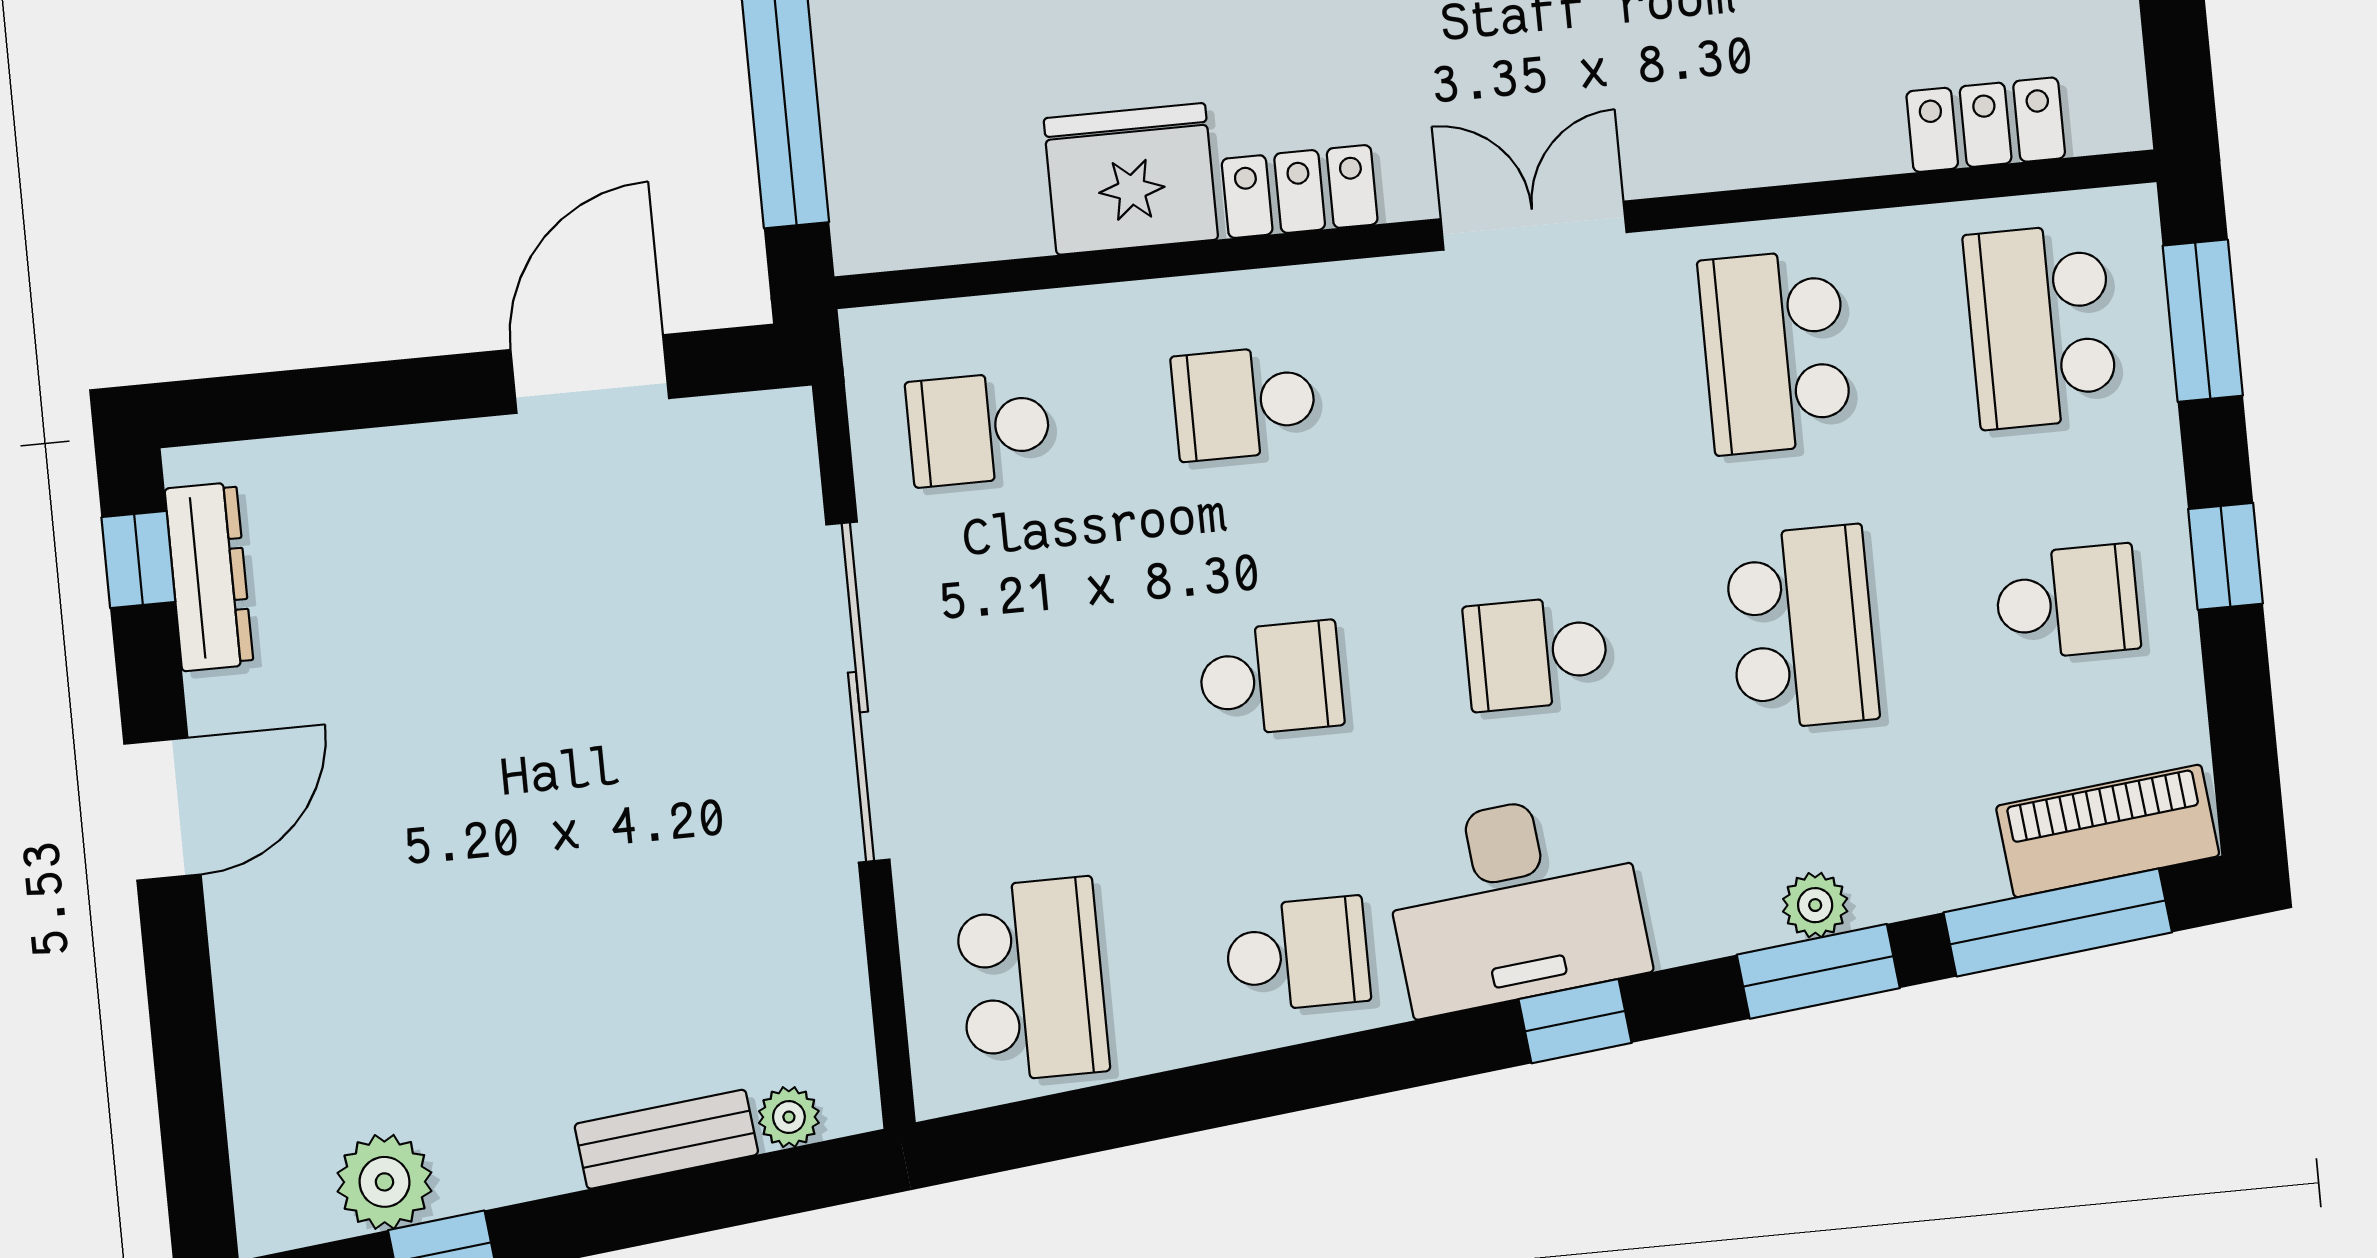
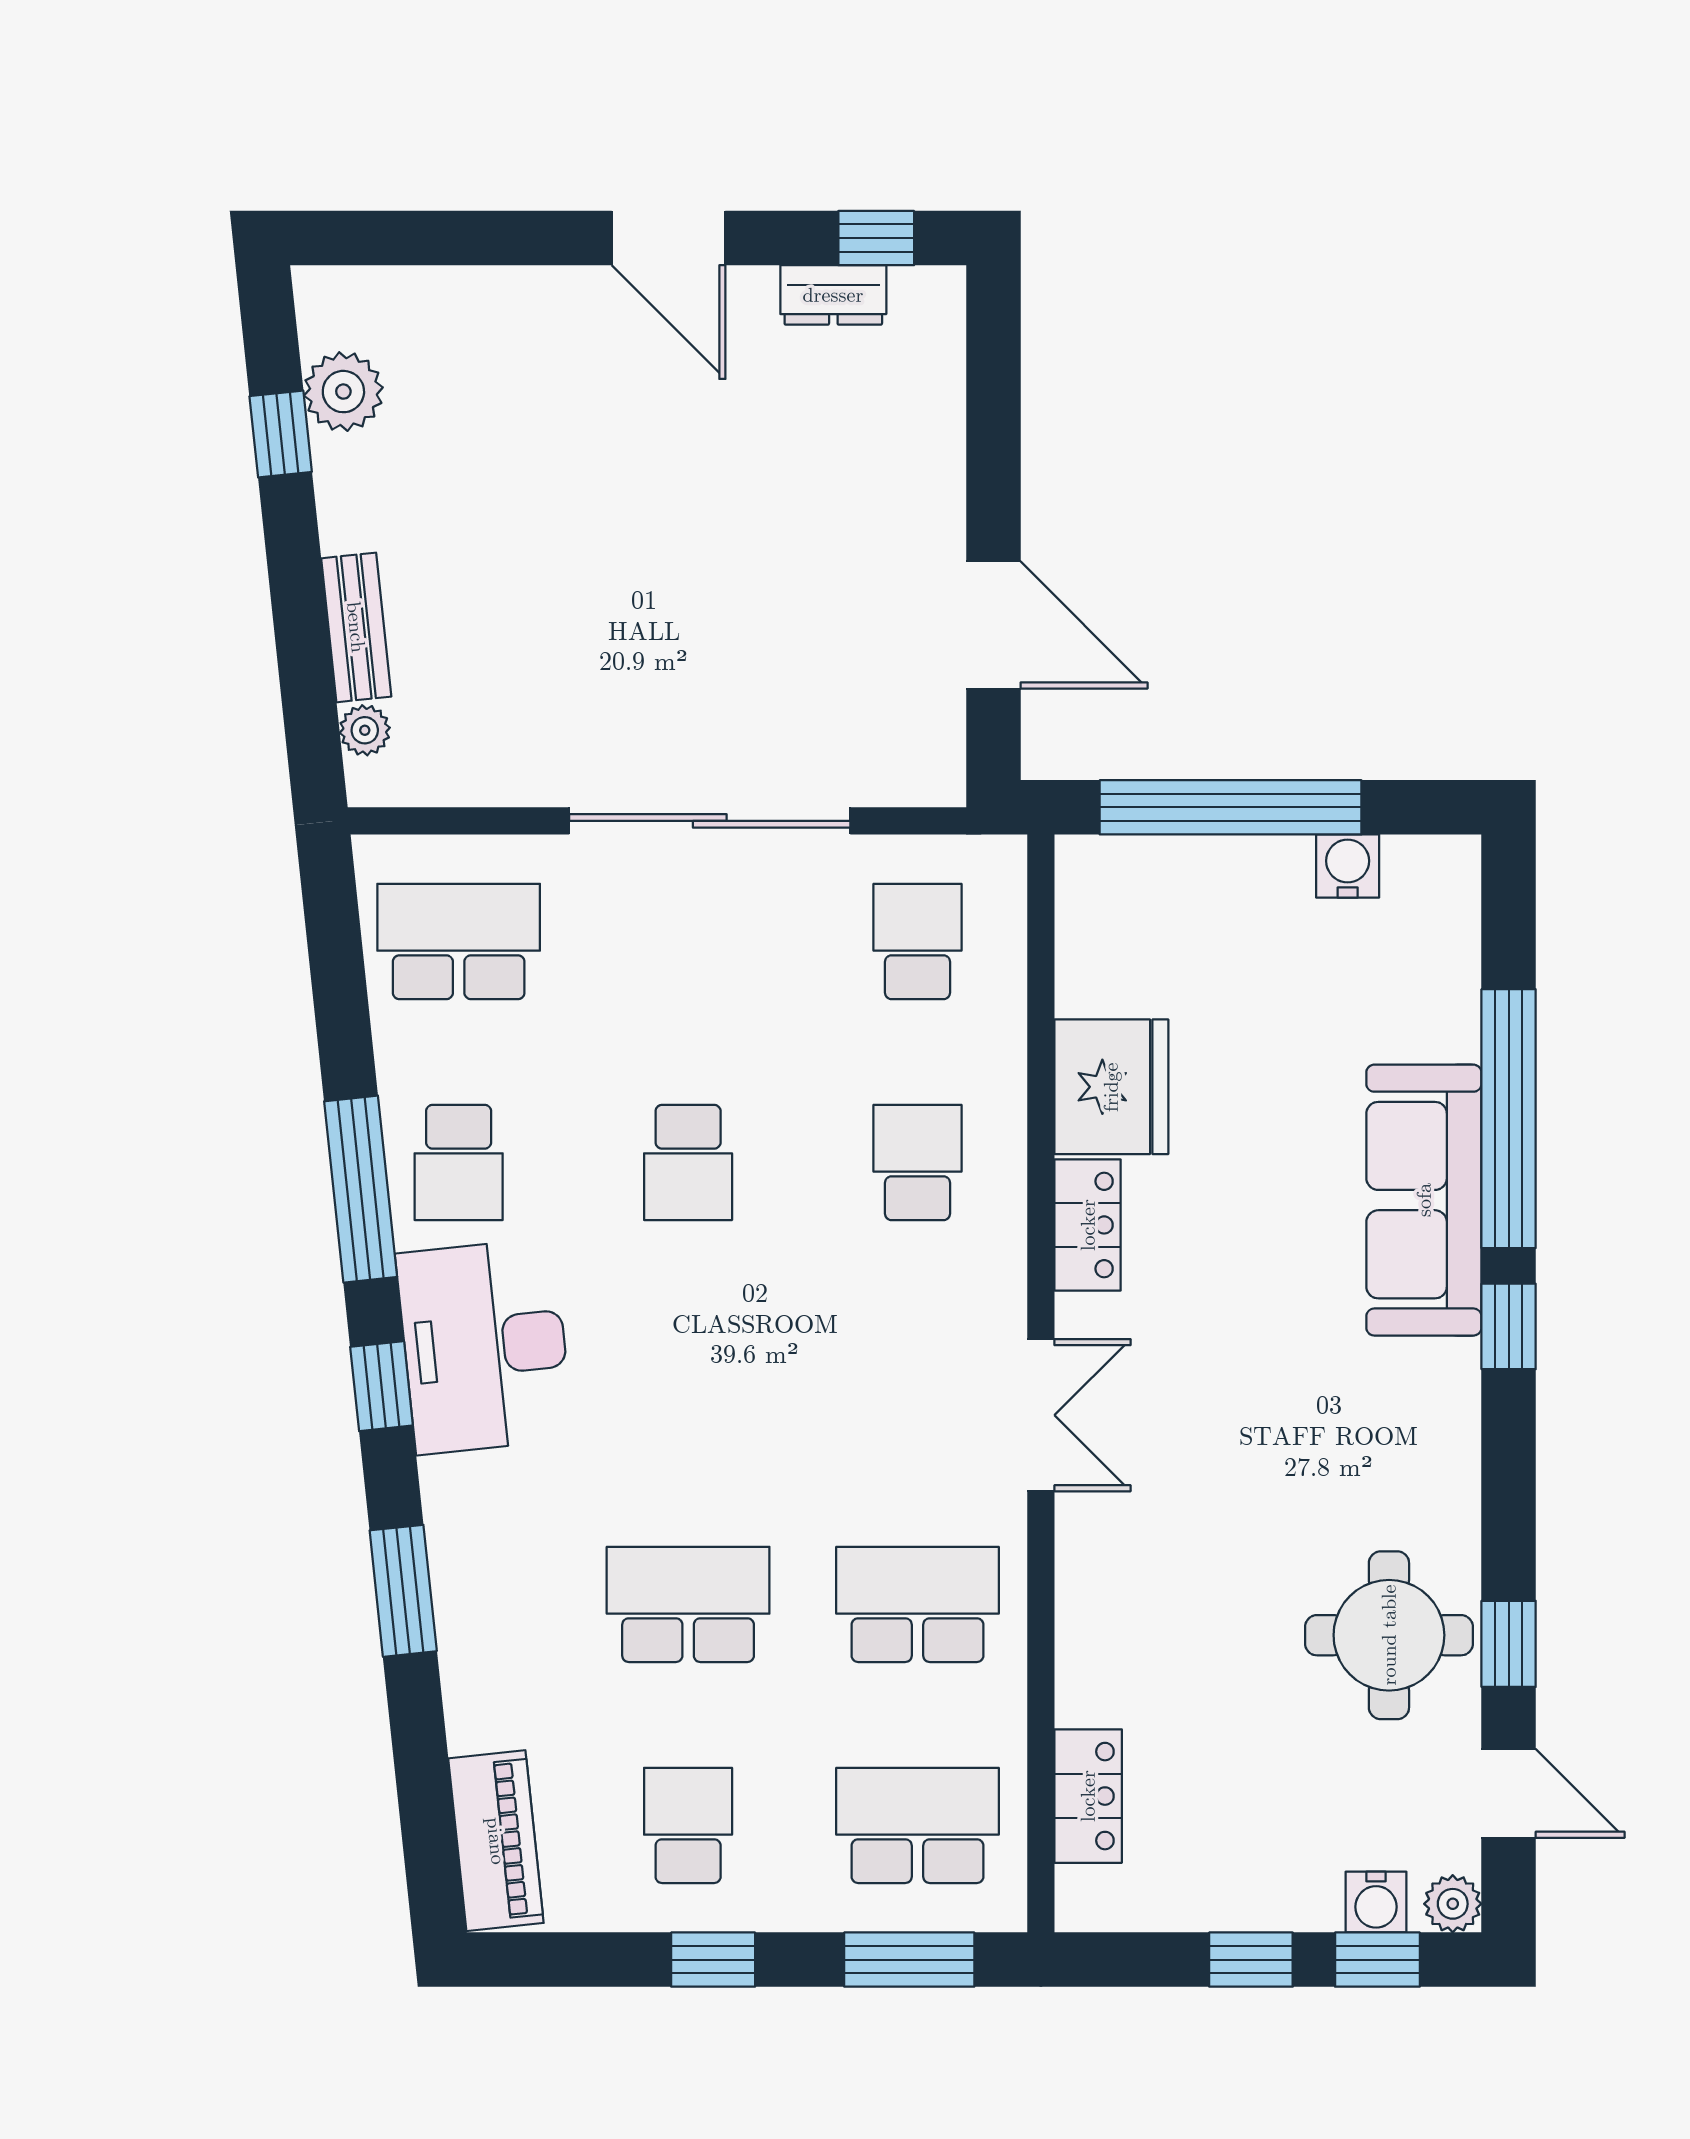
dresser: (209, 577) -> (833, 295), width x0.70
school desk: (2067, 602) -> (688, 1825), turned 180
school desk: (1802, 628) -> (688, 1604), turned 180
school desk: (1536, 653) -> (688, 1383), removed
plant: (1815, 905) -> (458, 1593), removed
window: (2058, 922) -> (361, 1189), moved
school desk: (1032, 980) -> (459, 941), turned 180

